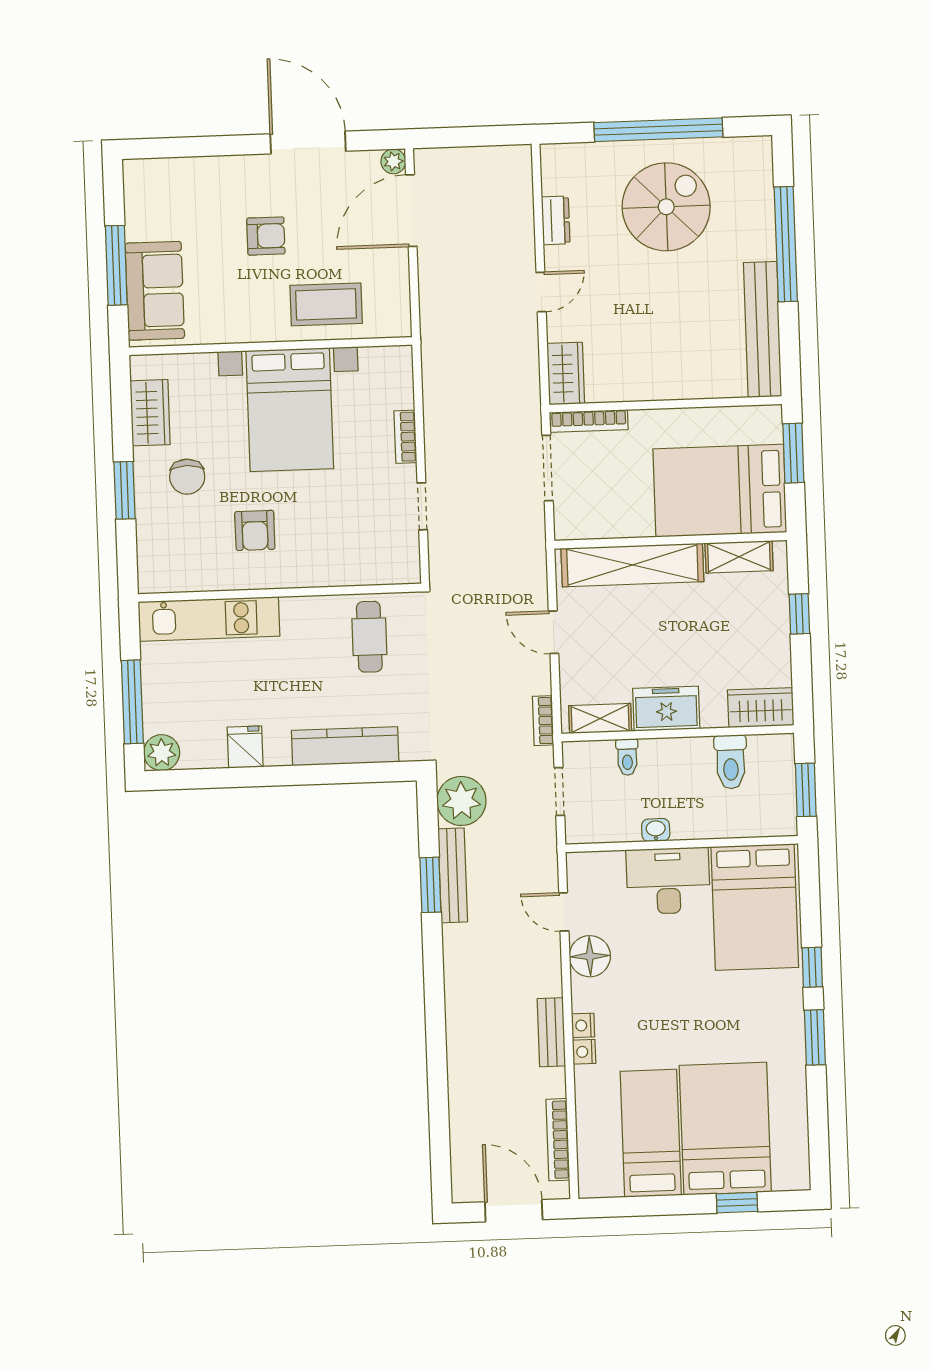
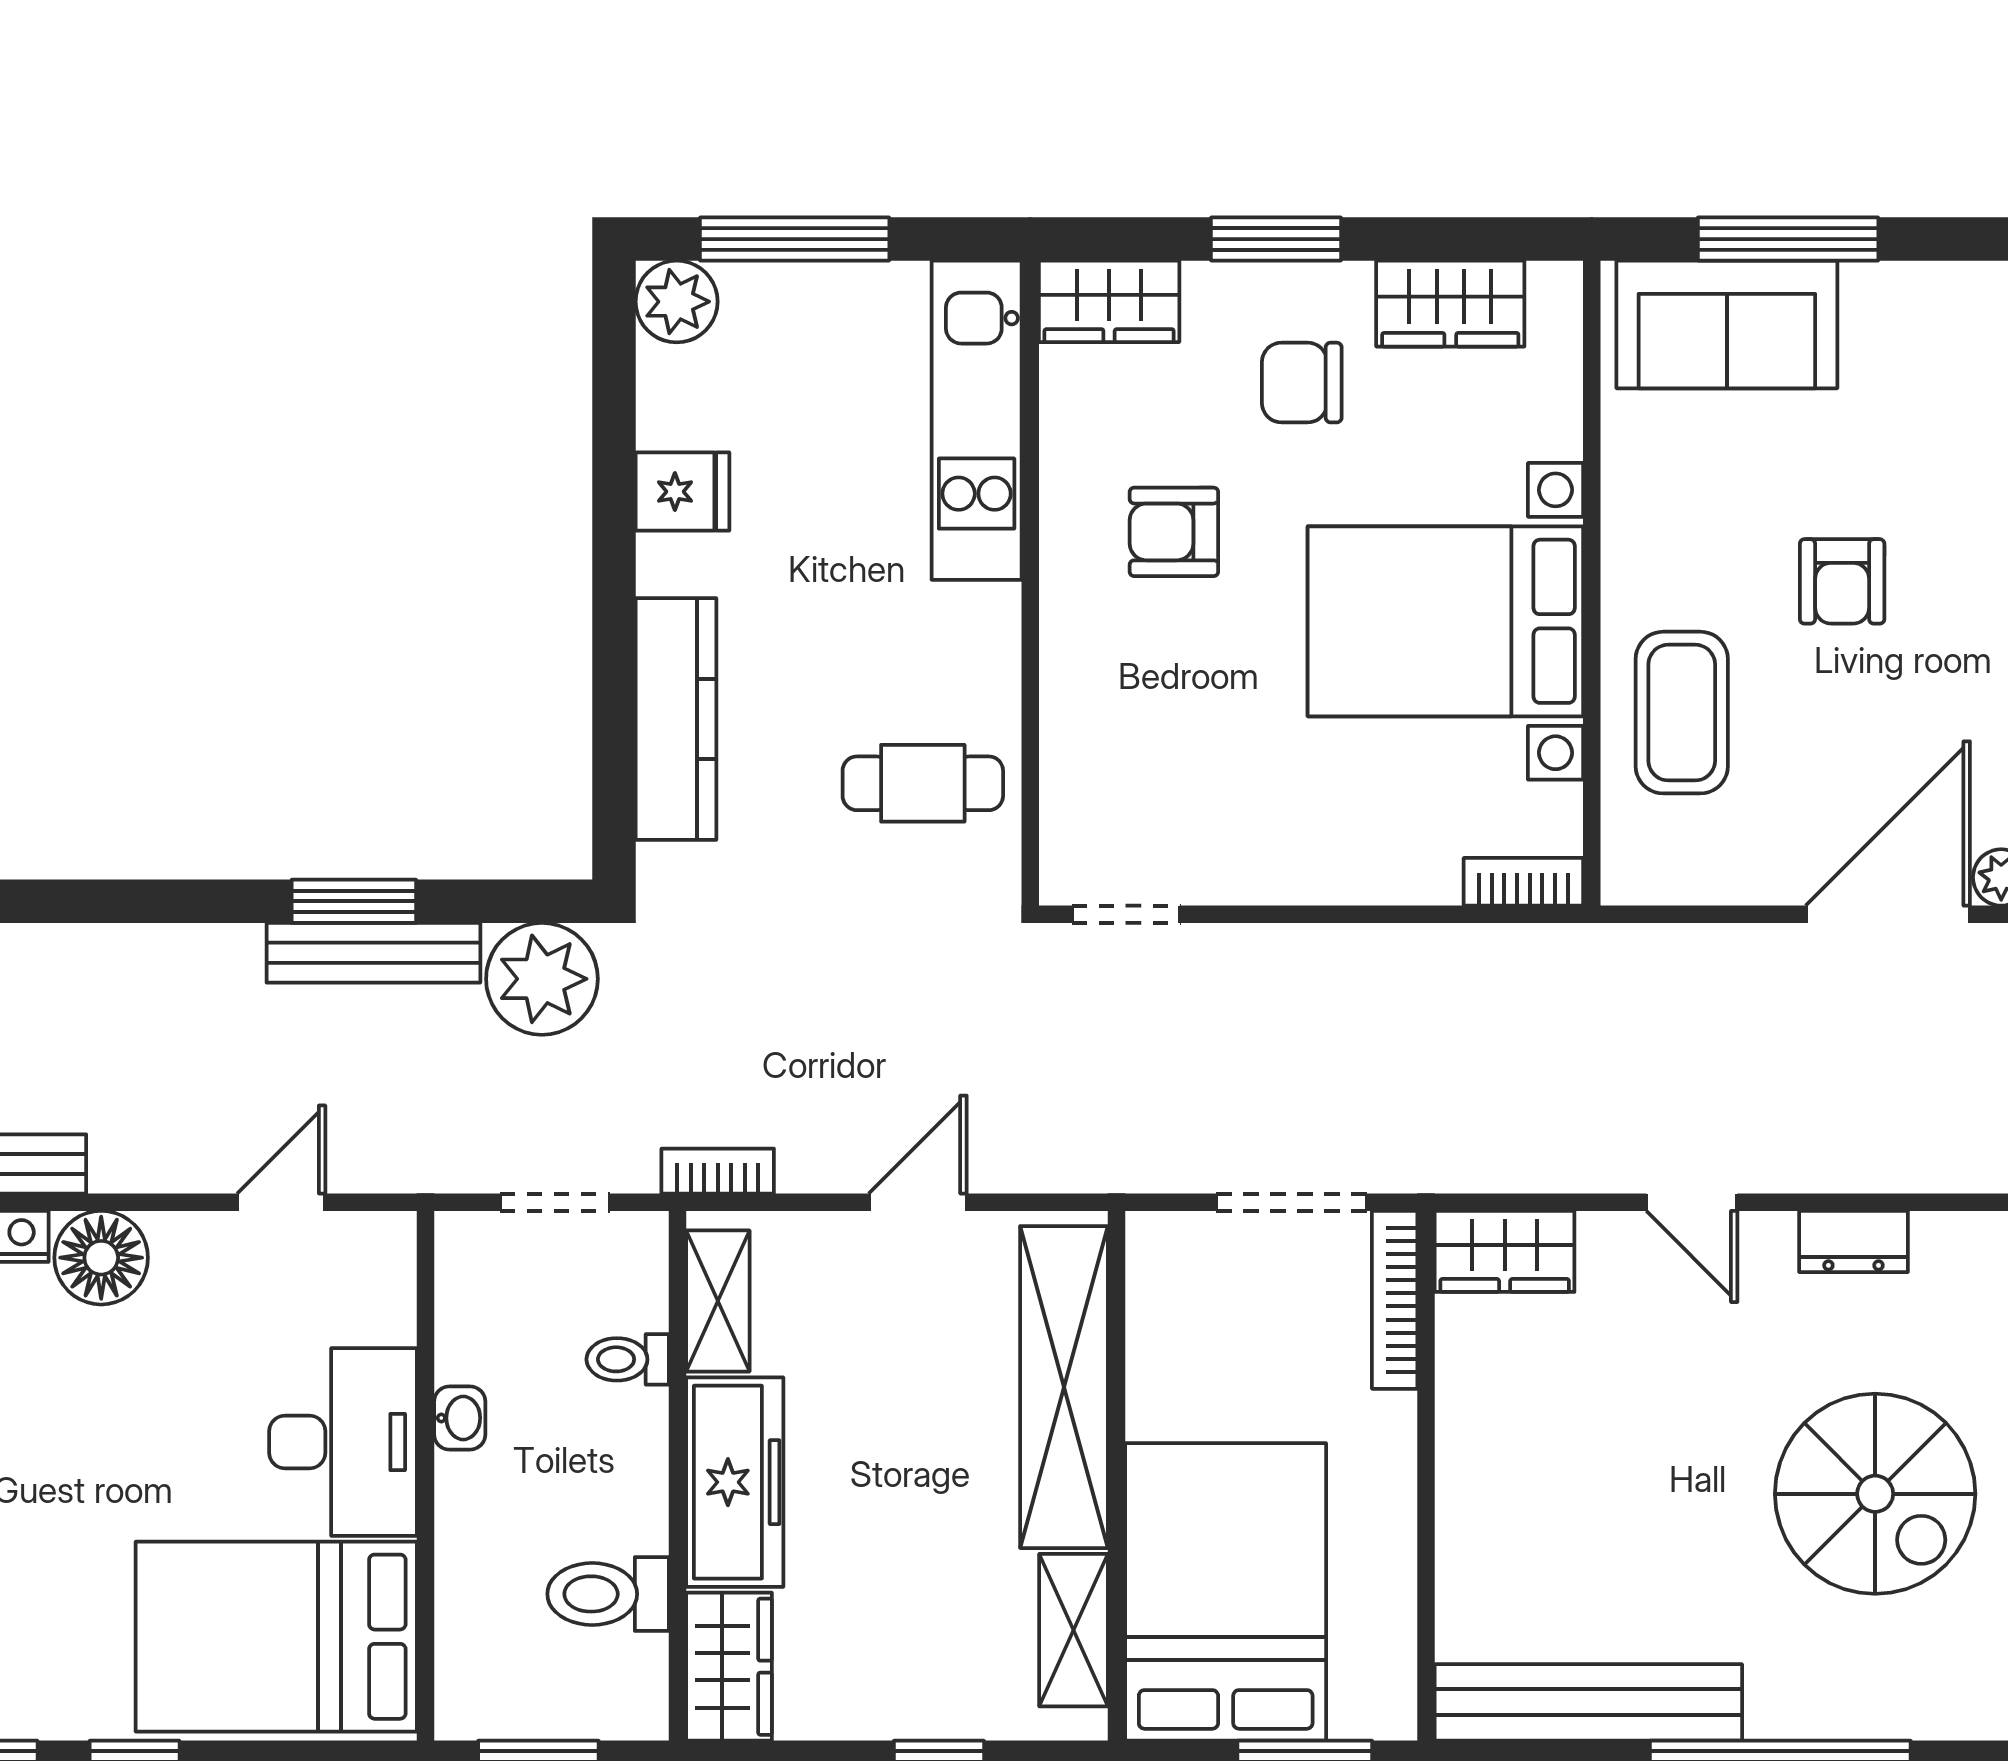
door: (411, 211) -> (1888, 914), hinge flipped
bookcase: (405, 437) -> (1523, 882), moved
doorway: (422, 506) -> (1126, 914), moved
wardrobe: (155, 563) -> (1109, 301), added
freezer: (666, 709) -> (735, 1482), width x1.40
floor lamp: (590, 956) -> (101, 1258), moved

